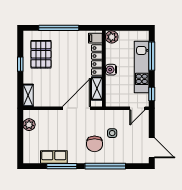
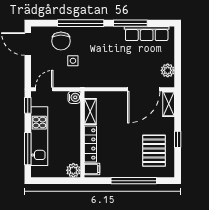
water cooler: (111, 70) -> (74, 97), moved
door: (76, 108) -> (144, 89), moved
chair: (95, 144) -> (61, 41), moved, turned 180
row of seats: (54, 157) -> (147, 34), width x1.48

